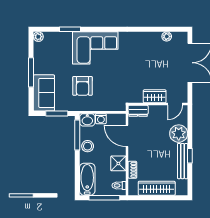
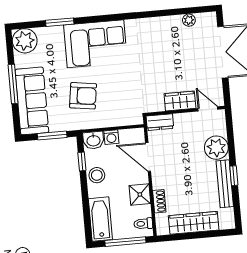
plant: (38, 37) -> (25, 41), width x1.88, depth x1.88
armchair: (83, 86) -> (83, 96), turned -82
sofa: (44, 93) -> (32, 101), width x1.36
door: (175, 104) -> (208, 109), swing flipped
window: (77, 135) -> (82, 161), width x0.46

